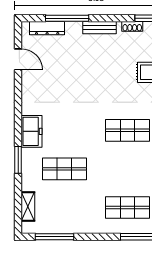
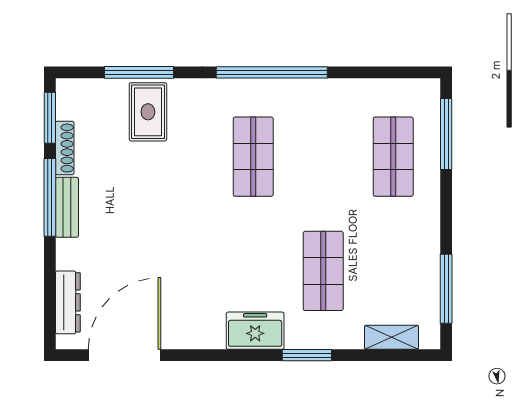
window: (67, 18) -> (50, 197), moved
shoe rack: (132, 26) -> (65, 148), width x1.43
door: (18, 59) -> (125, 355), width x1.88

